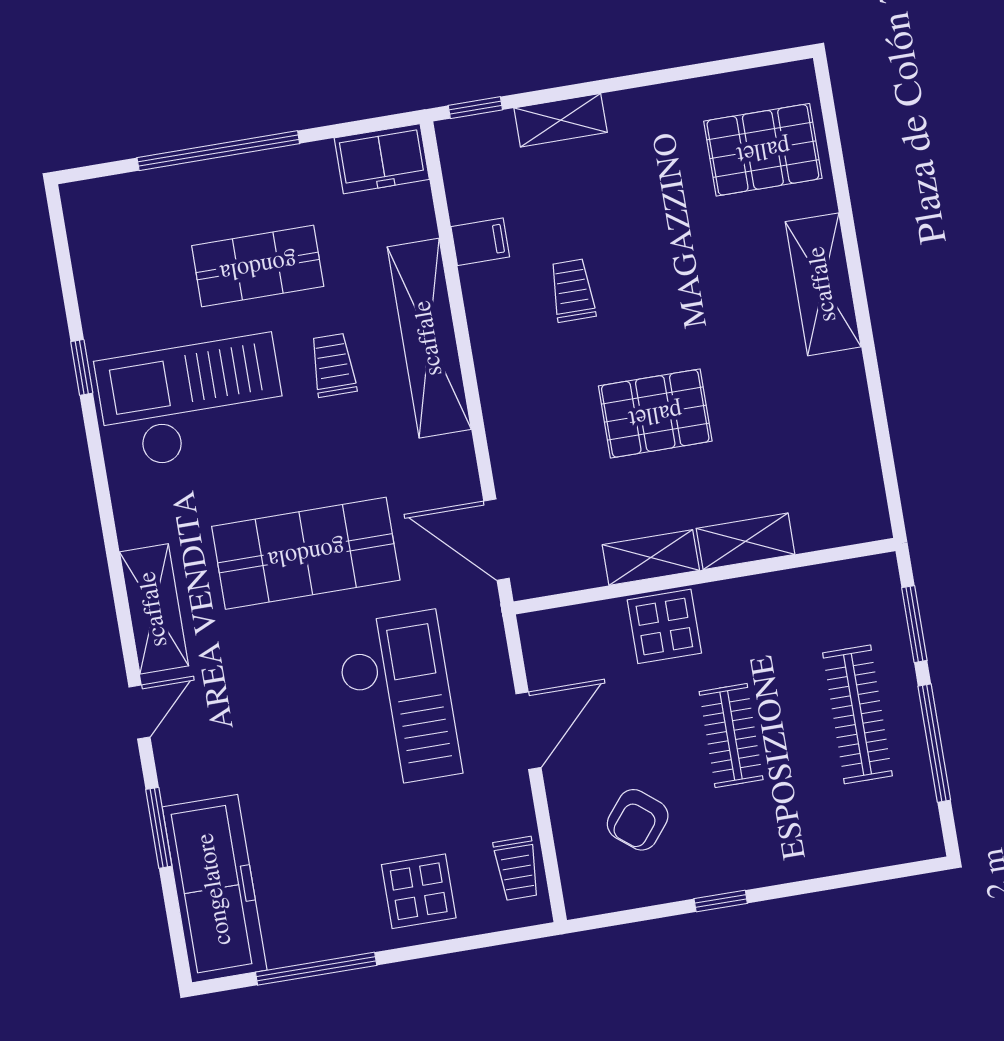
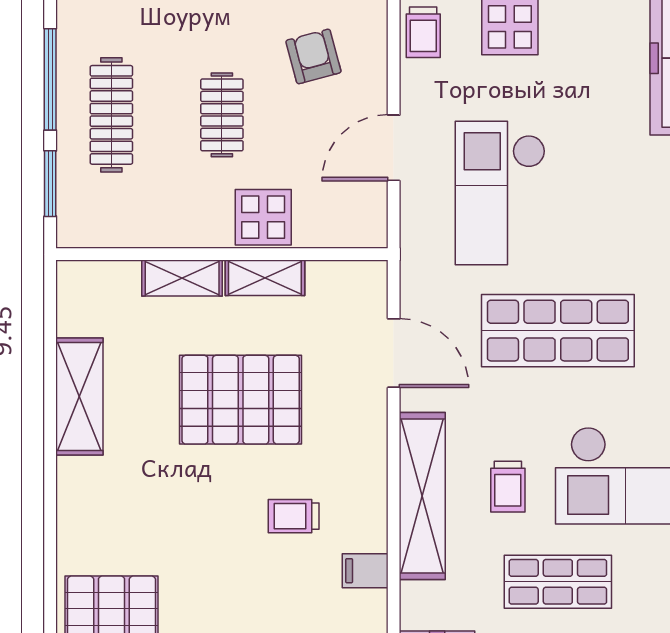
shelving: (823, 284) -> (79, 396), moved
trolley: (572, 290) -> (294, 516), turned 90
pallet: (655, 414) -> (241, 400), width x1.37, depth x1.41
door: (496, 540) -> (394, 353), moved
armchair: (638, 820) -> (313, 56), turned -54
trolley: (517, 868) -> (423, 32), turned 180

